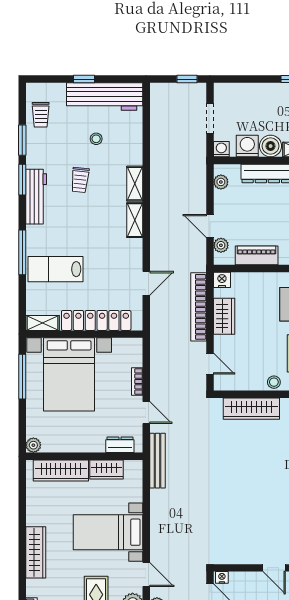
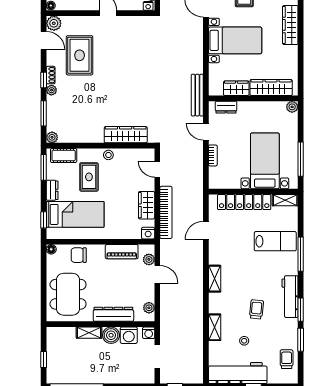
shelving: (135, 184) -> (215, 327), moved
bed with nightstands: (69, 374) -> (265, 161), width x0.73

